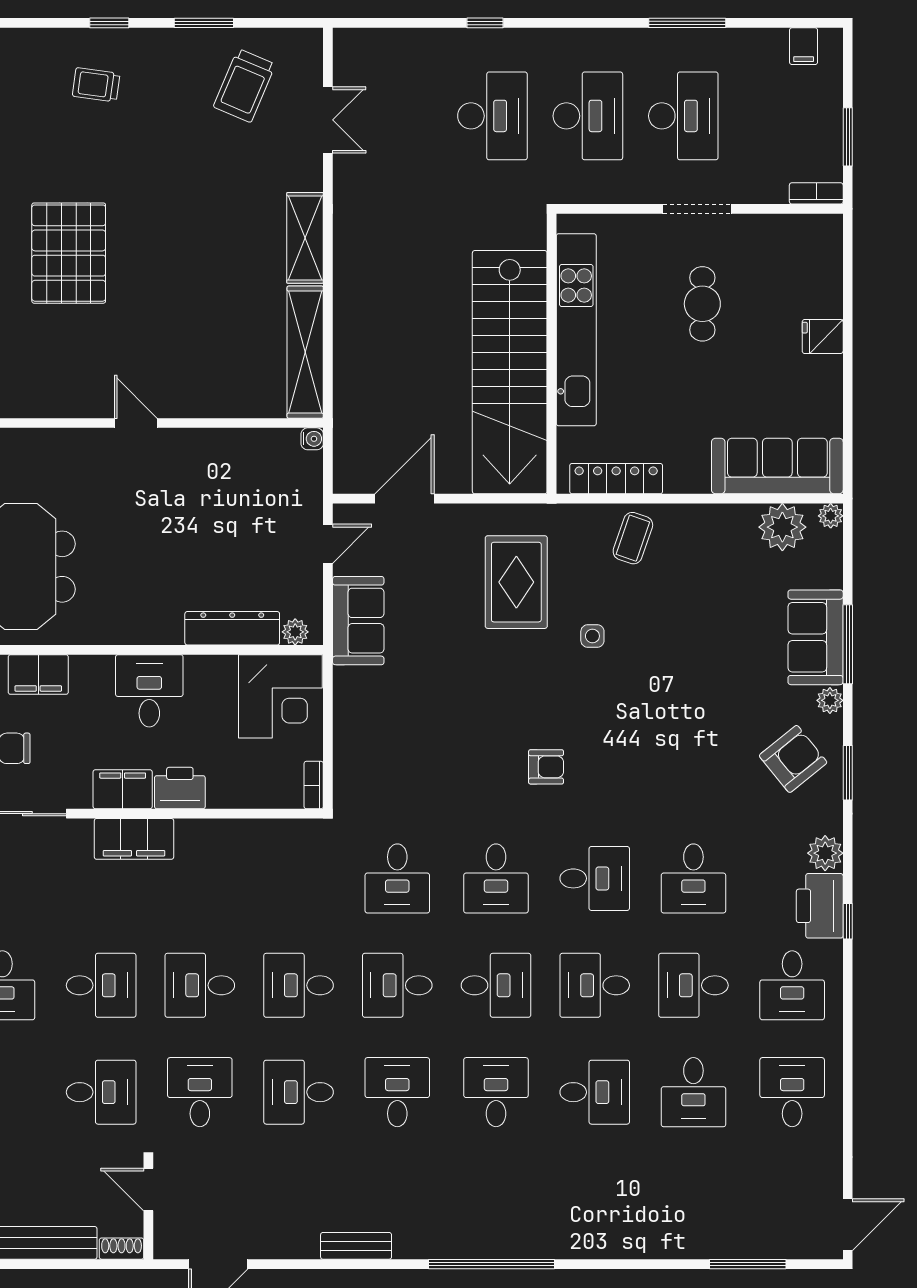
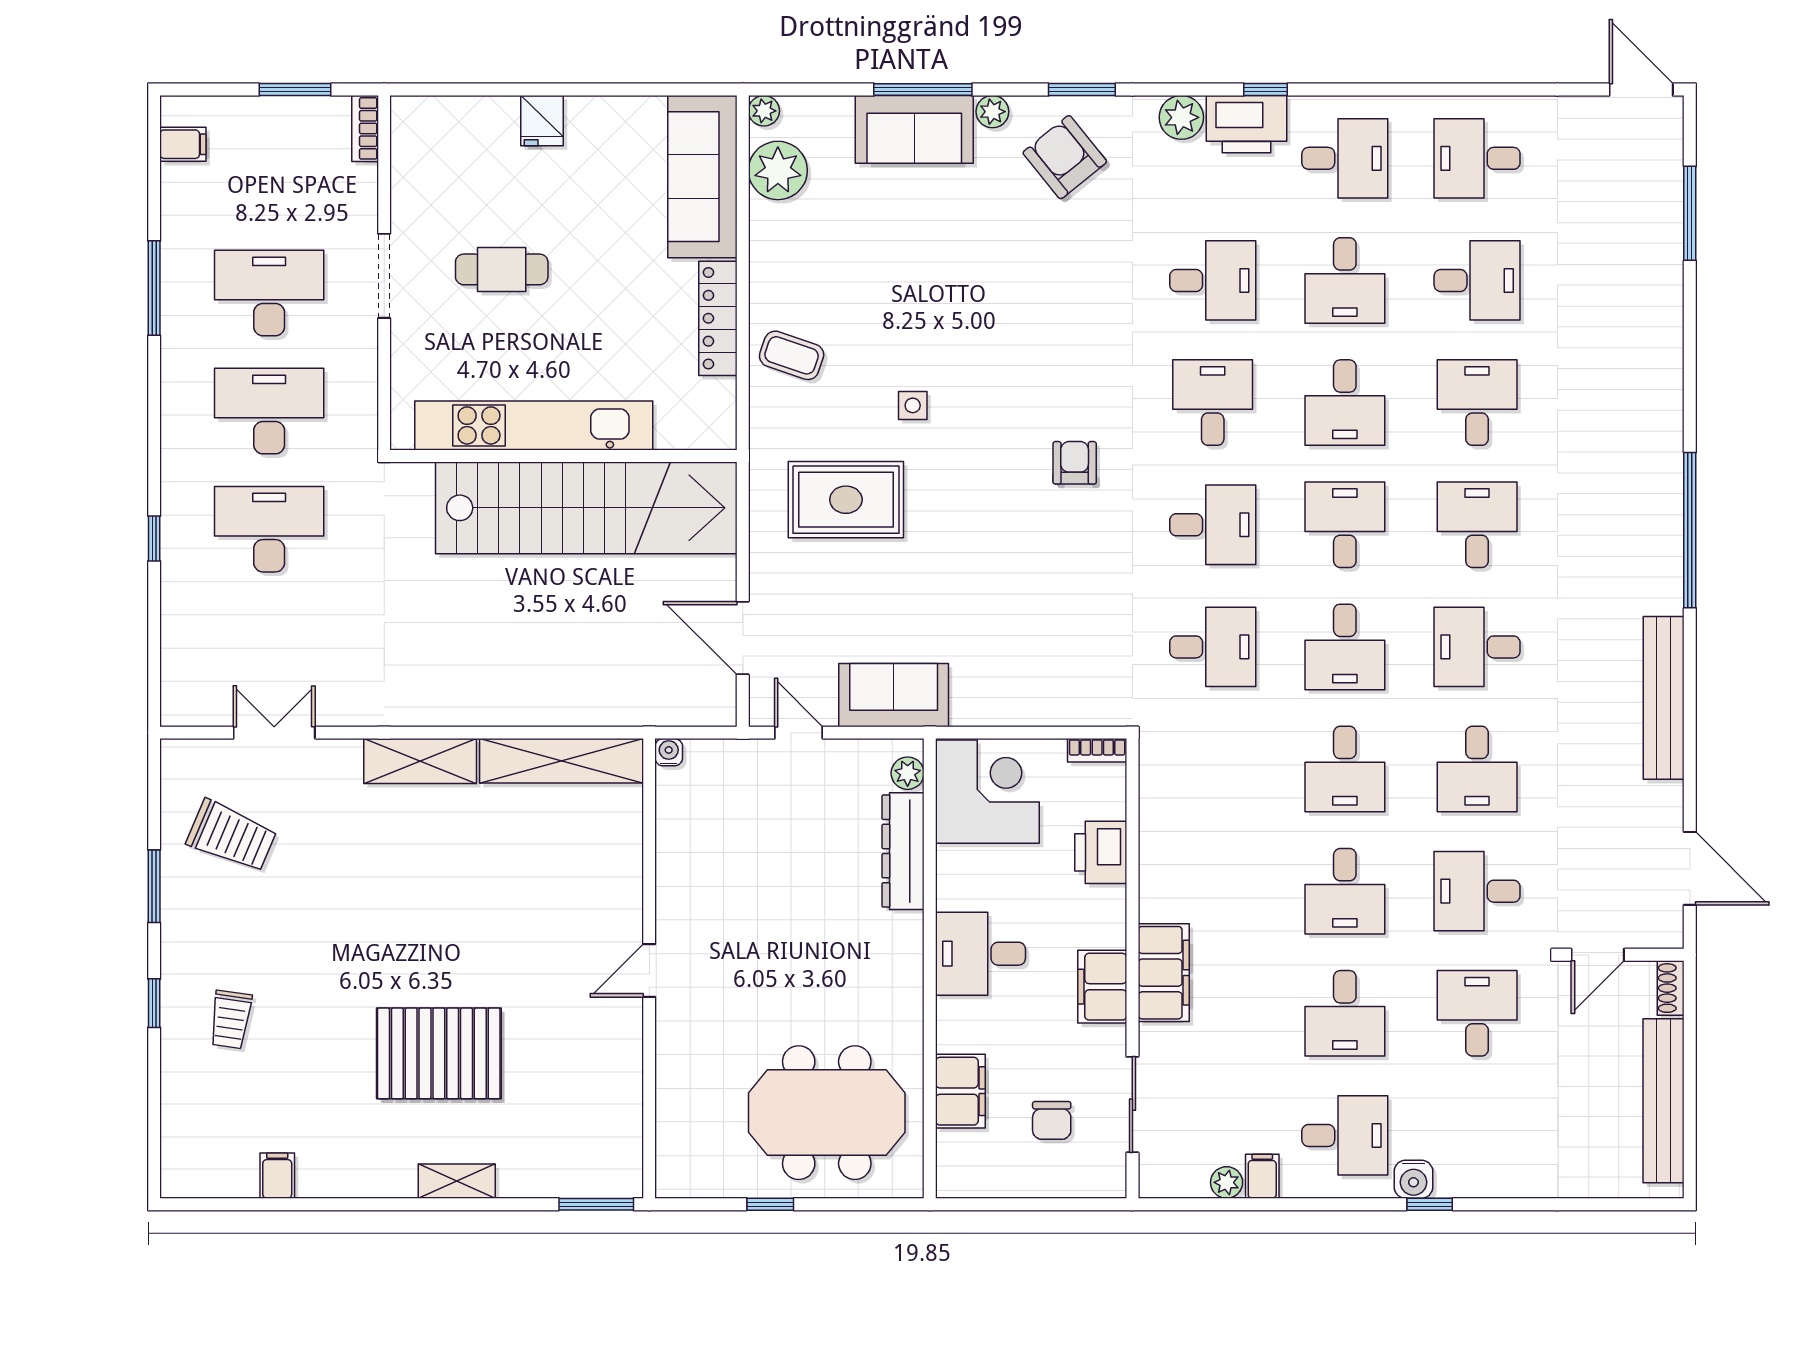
locker: (616, 479) -> (718, 318), moved
printer: (180, 788) -> (1101, 852), moved
desk: (101, 985) -> (1345, 1013), turned 180
desk: (496, 1092) -> (1477, 525), turned 90
bench: (356, 1246) -> (1664, 698), width x1.86, depth x1.21

